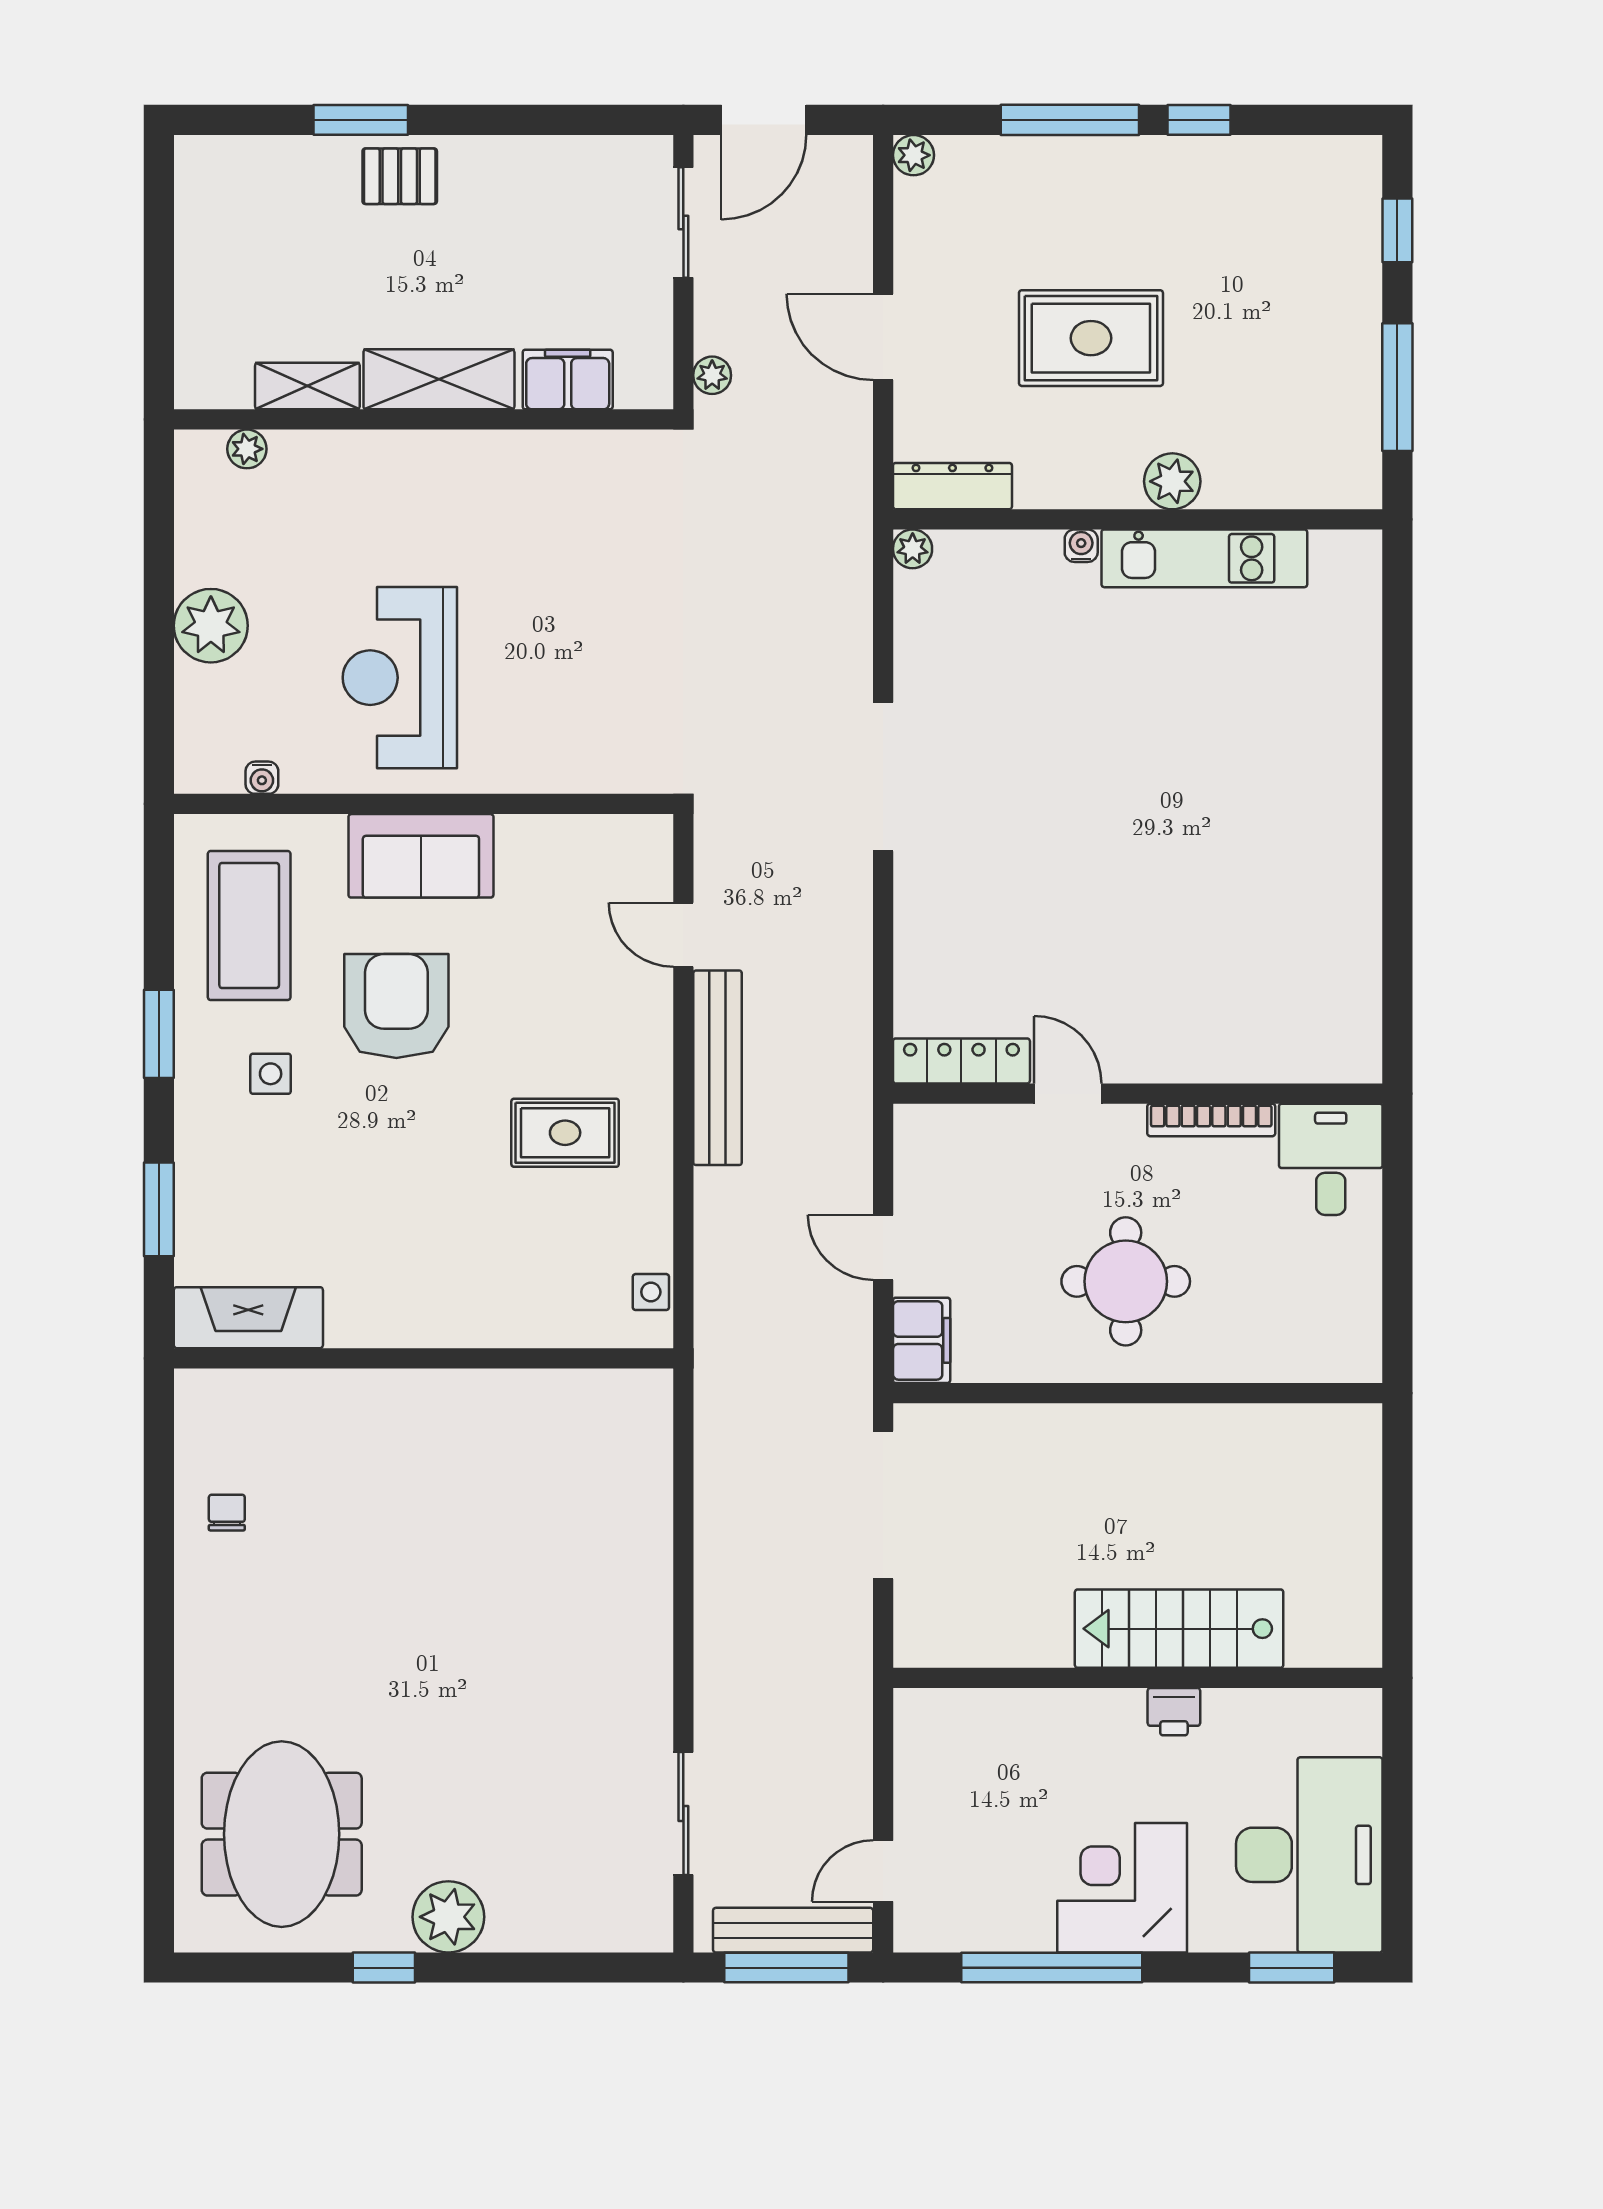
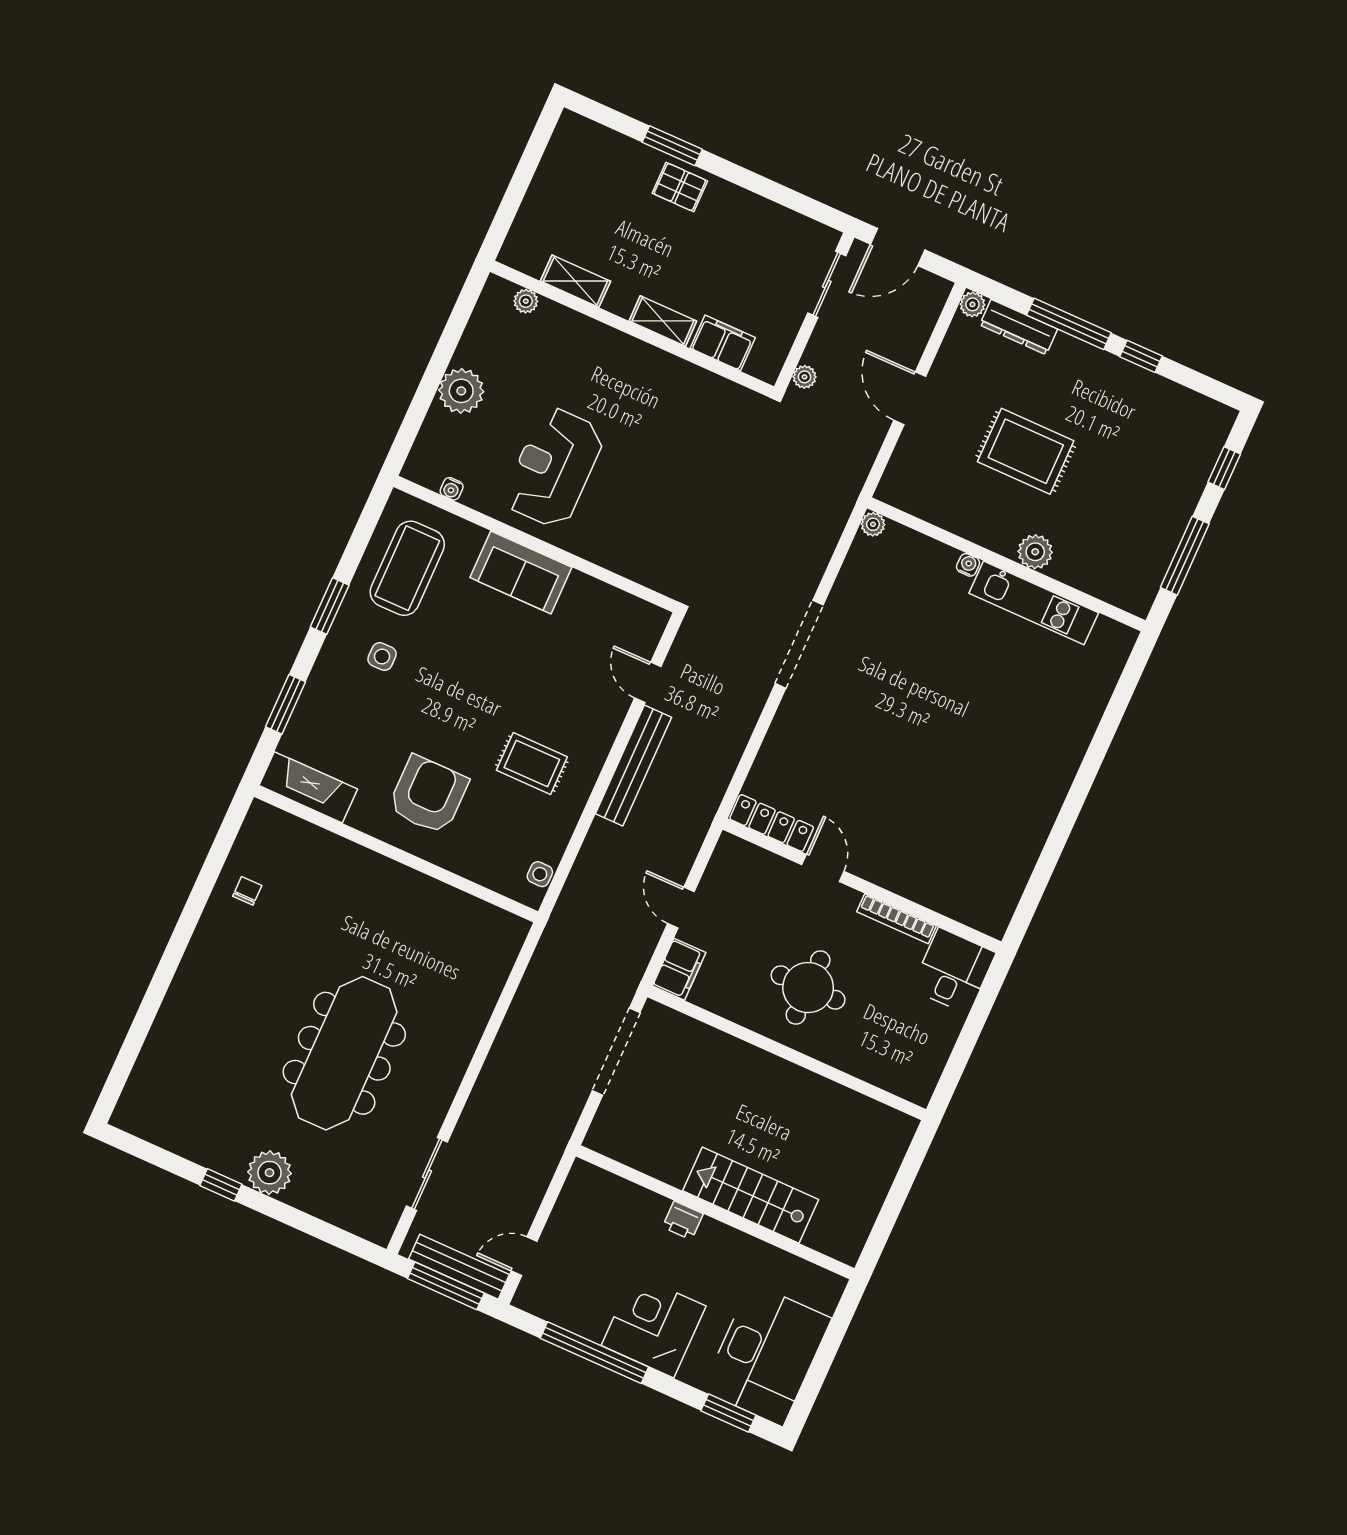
shelving: (439, 379) -> (663, 321), width x0.67, depth x0.75
dresser: (952, 486) -> (1019, 327), moved, turned 180
armchair: (396, 1006) -> (428, 795), moved
printer: (1174, 1712) -> (683, 1220), moved
meeting table: (282, 1834) -> (344, 1053), moved, width x1.36

